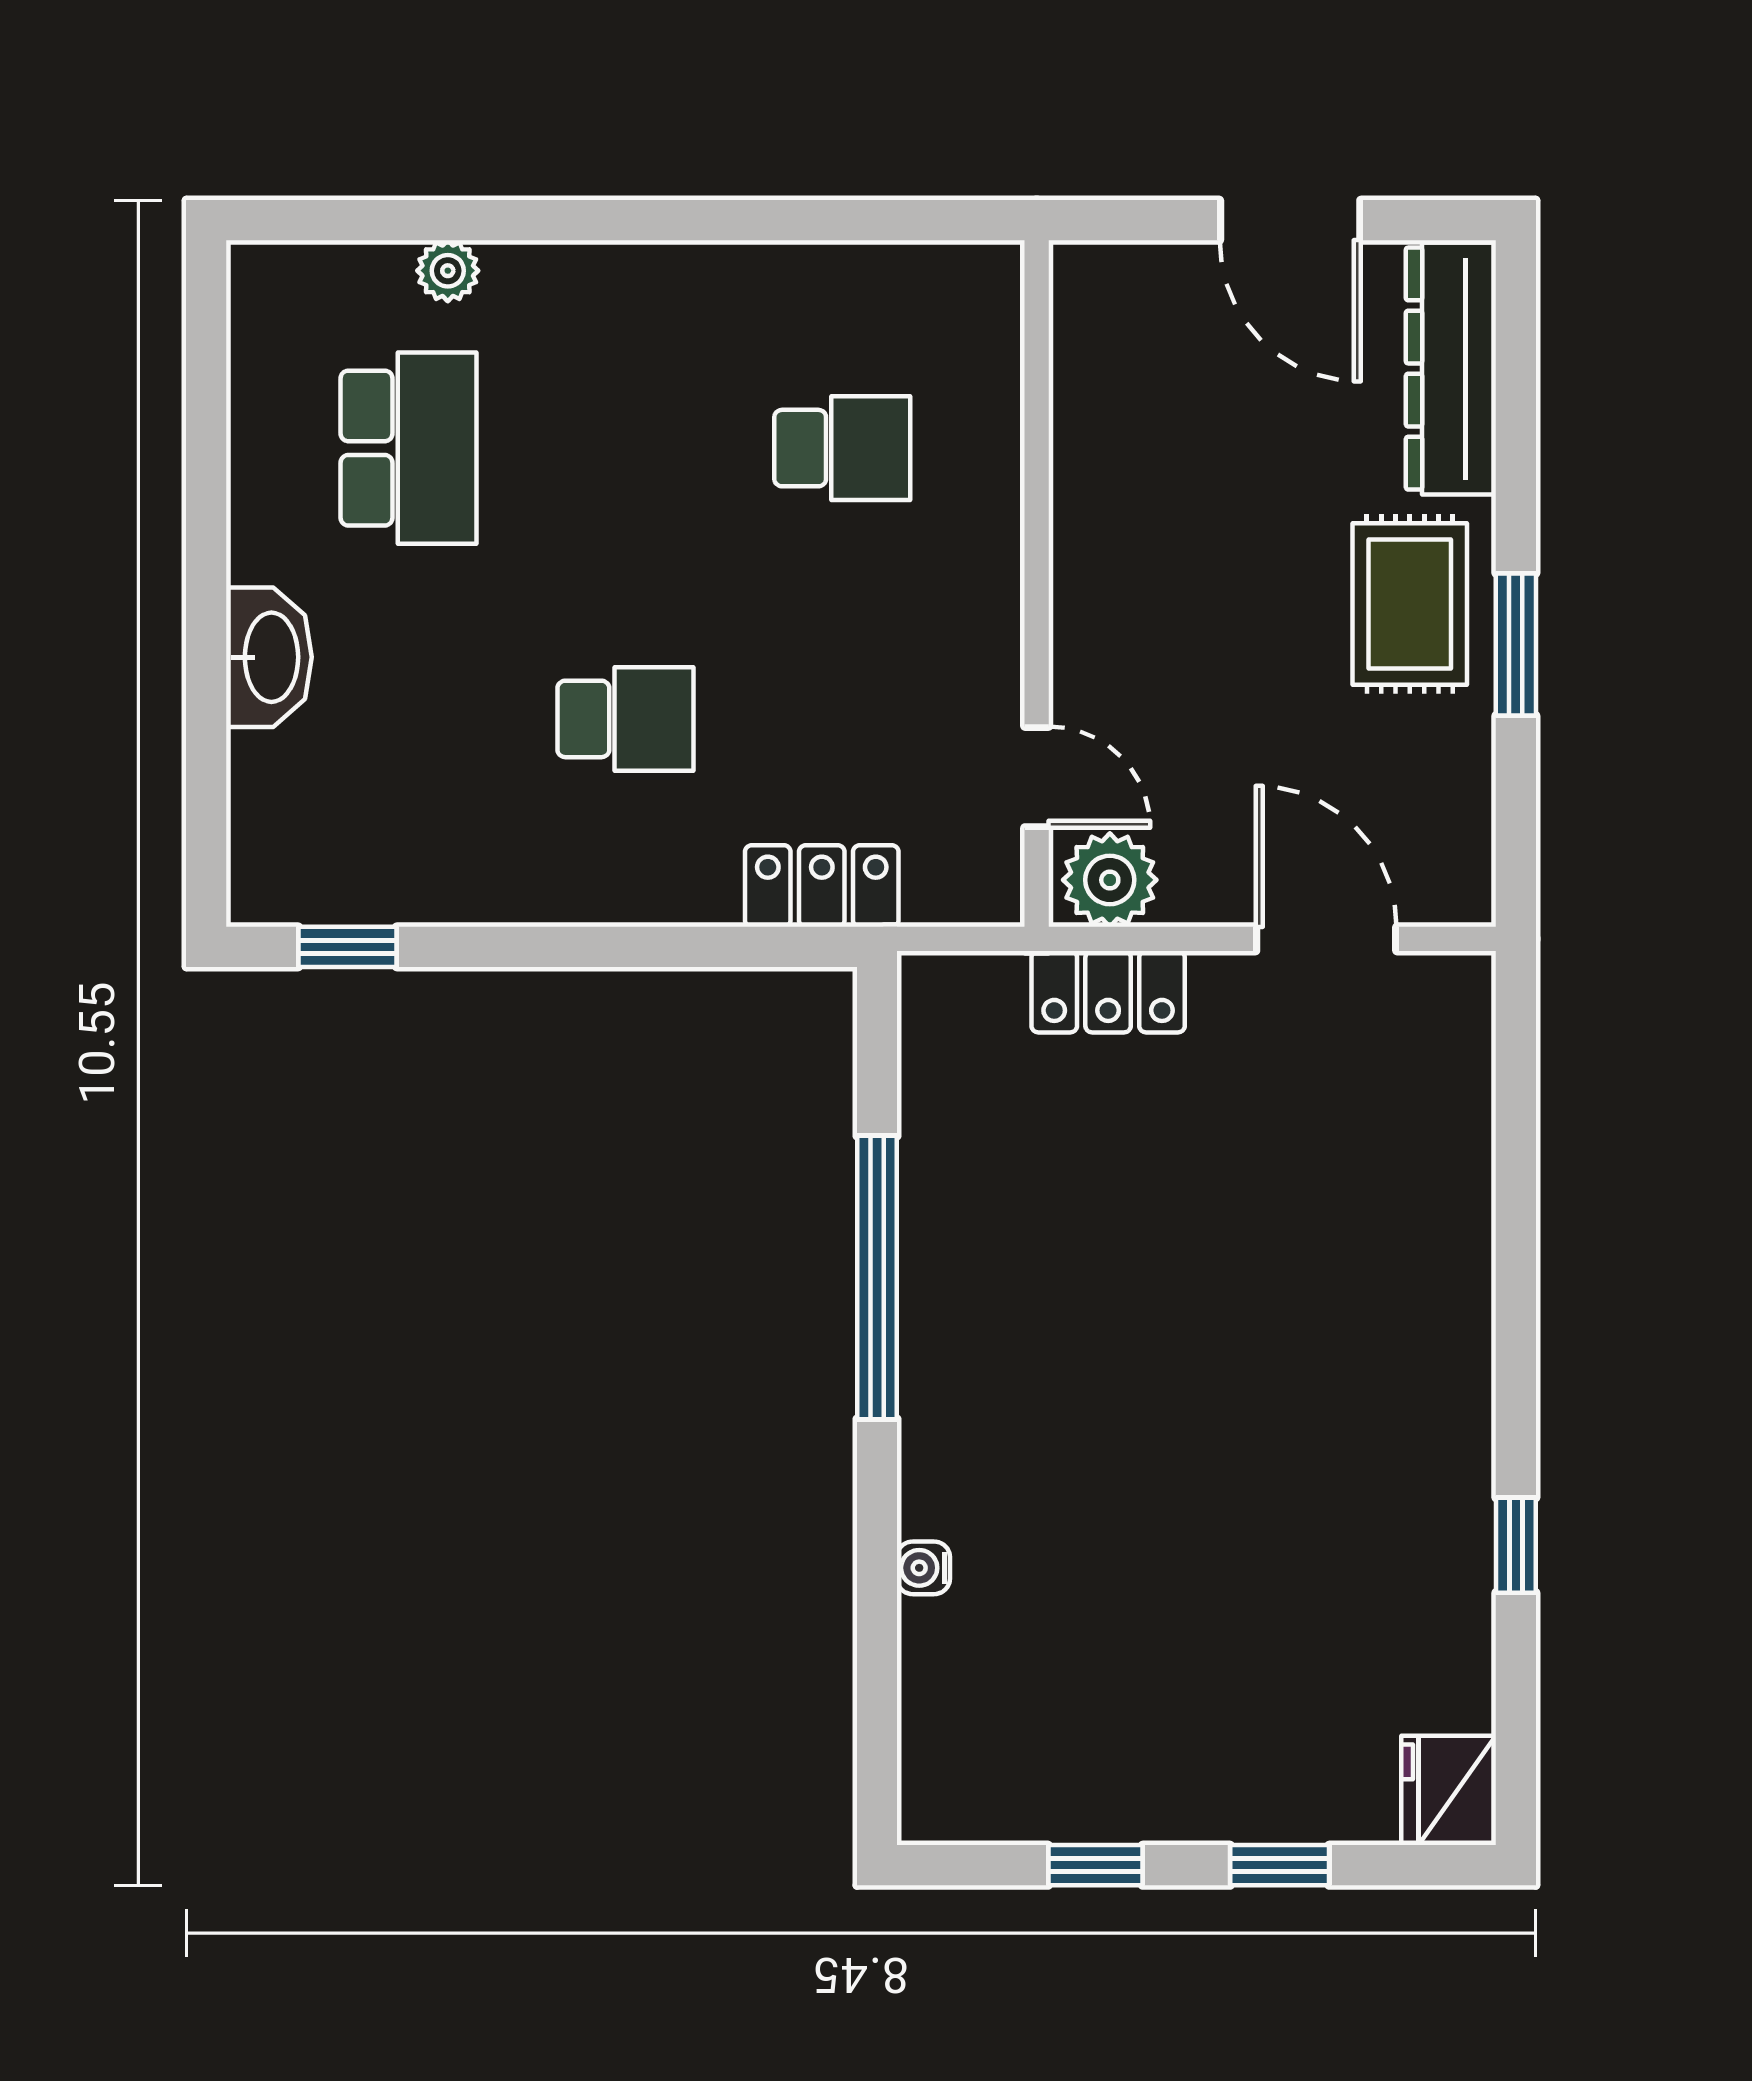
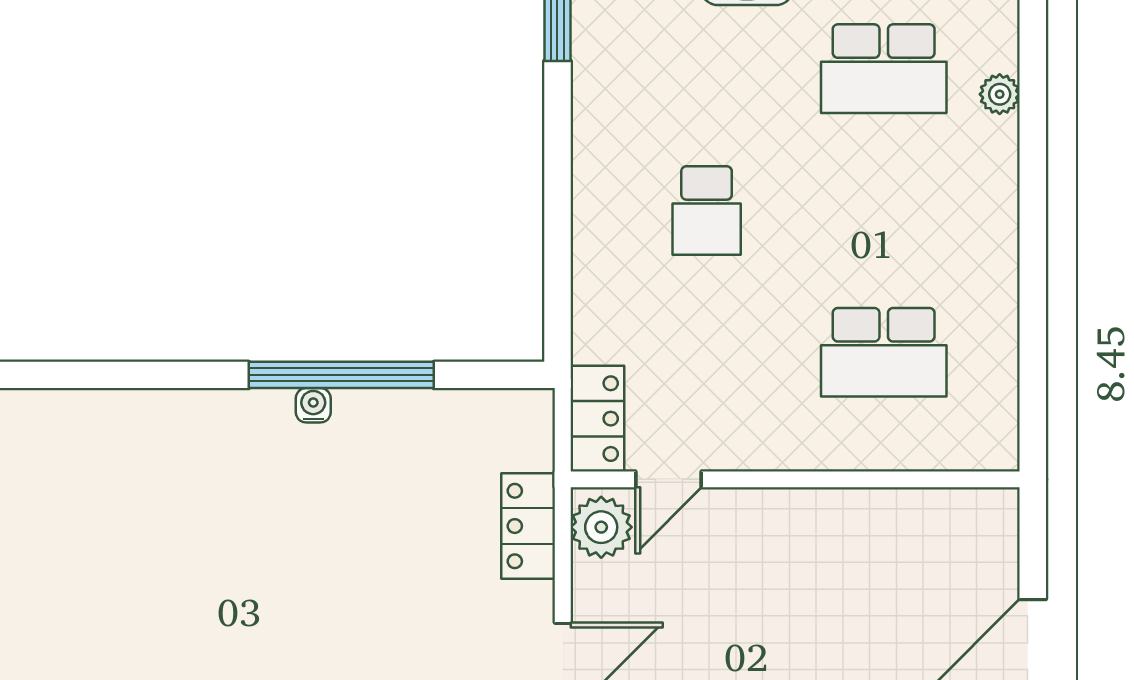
school desk: (842, 448) -> (884, 352), width x1.85
locker: (822, 886) -> (597, 419), moved
water cooler: (923, 1568) -> (313, 405), moved

